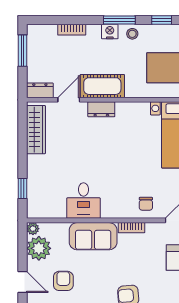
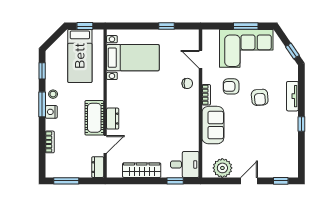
door: (69, 100) -> (105, 144), swing flipped
wardrobe: (36, 130) -> (142, 170), moved
desk: (83, 201) -> (185, 164), moved
plant: (33, 229) -> (207, 173), removed
armchair: (63, 281) -> (231, 86), moved

